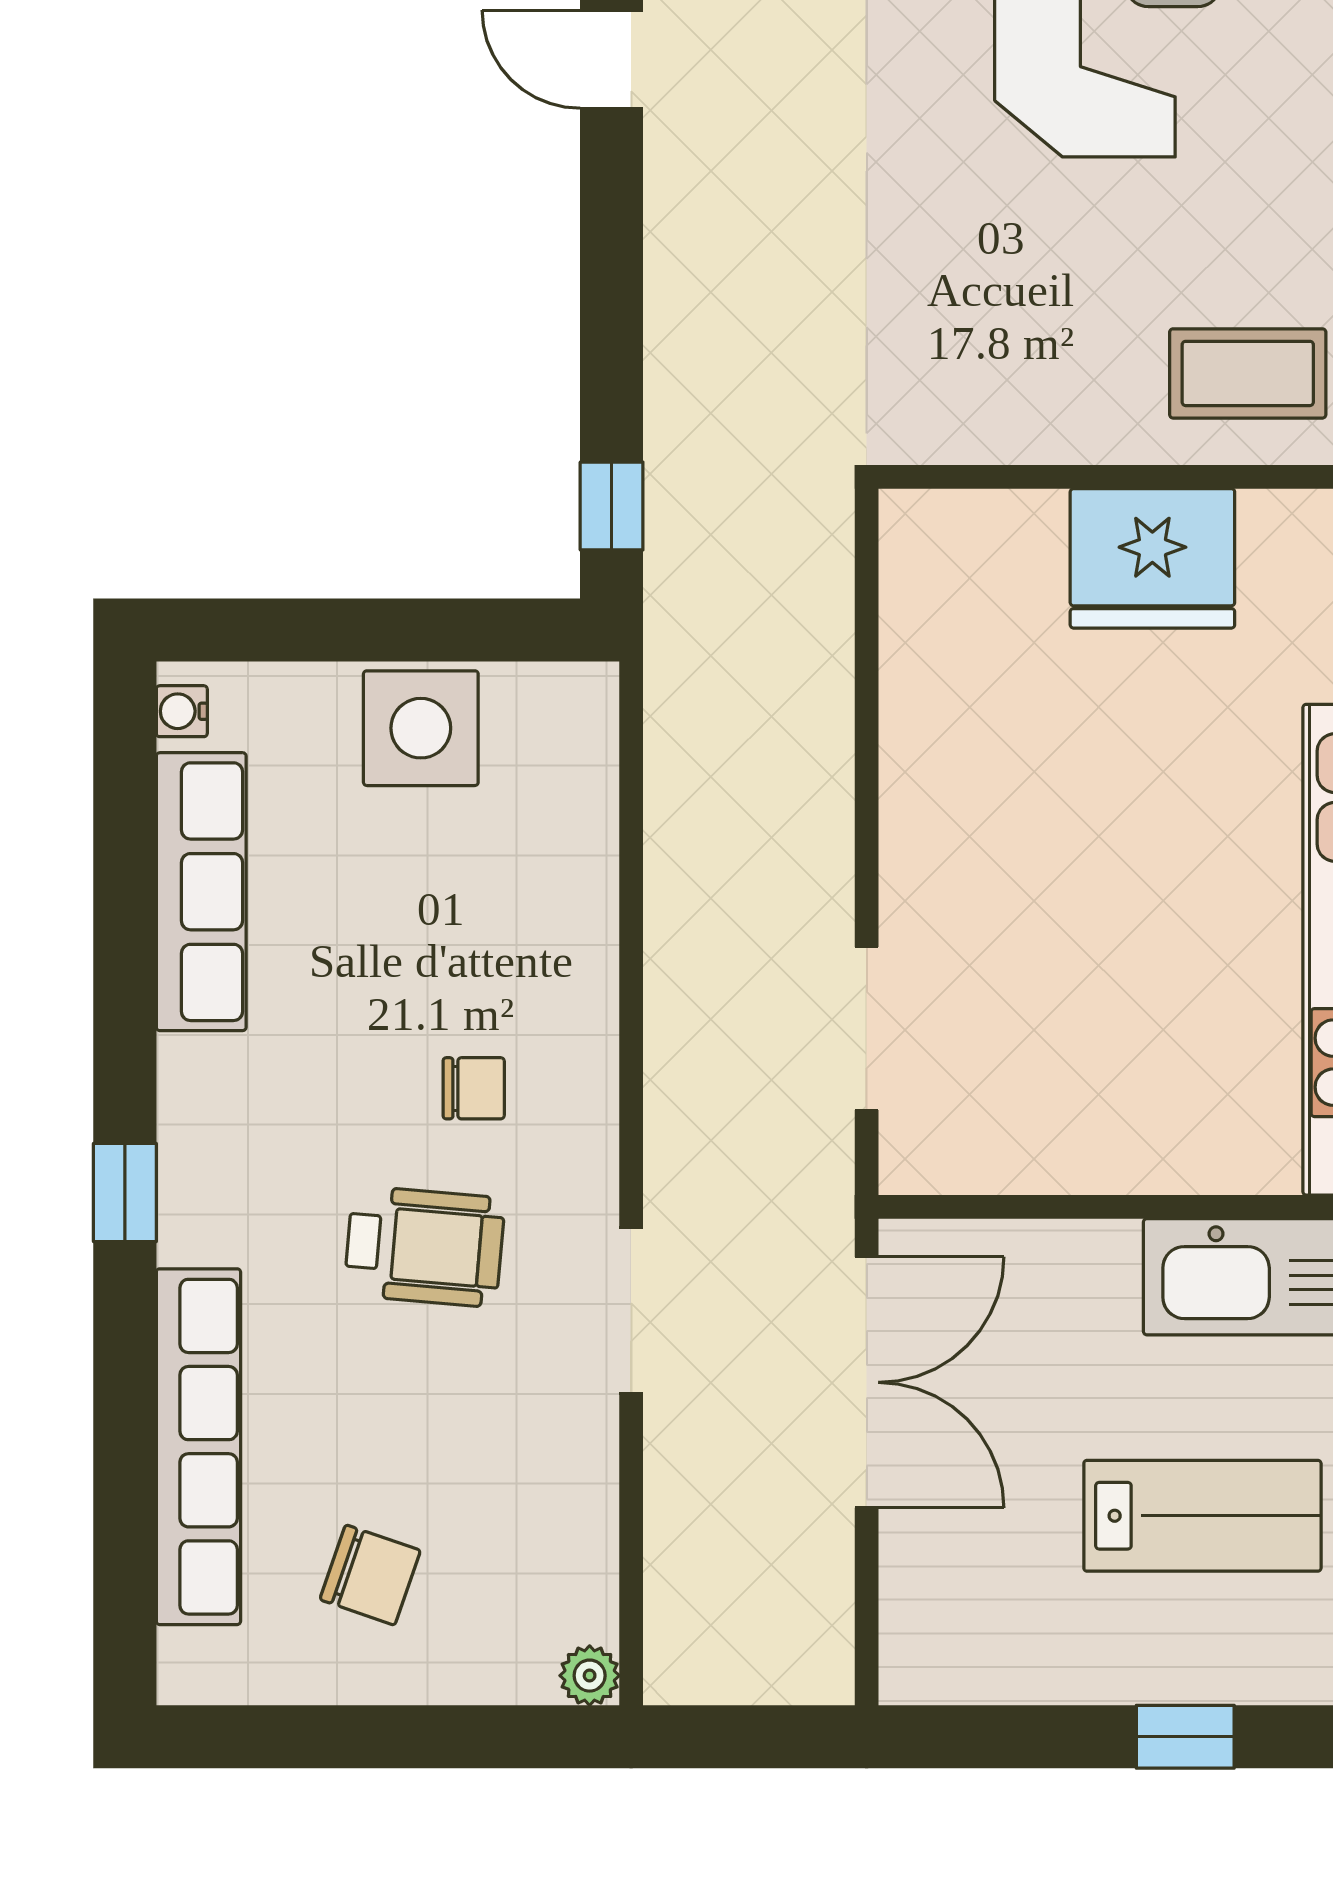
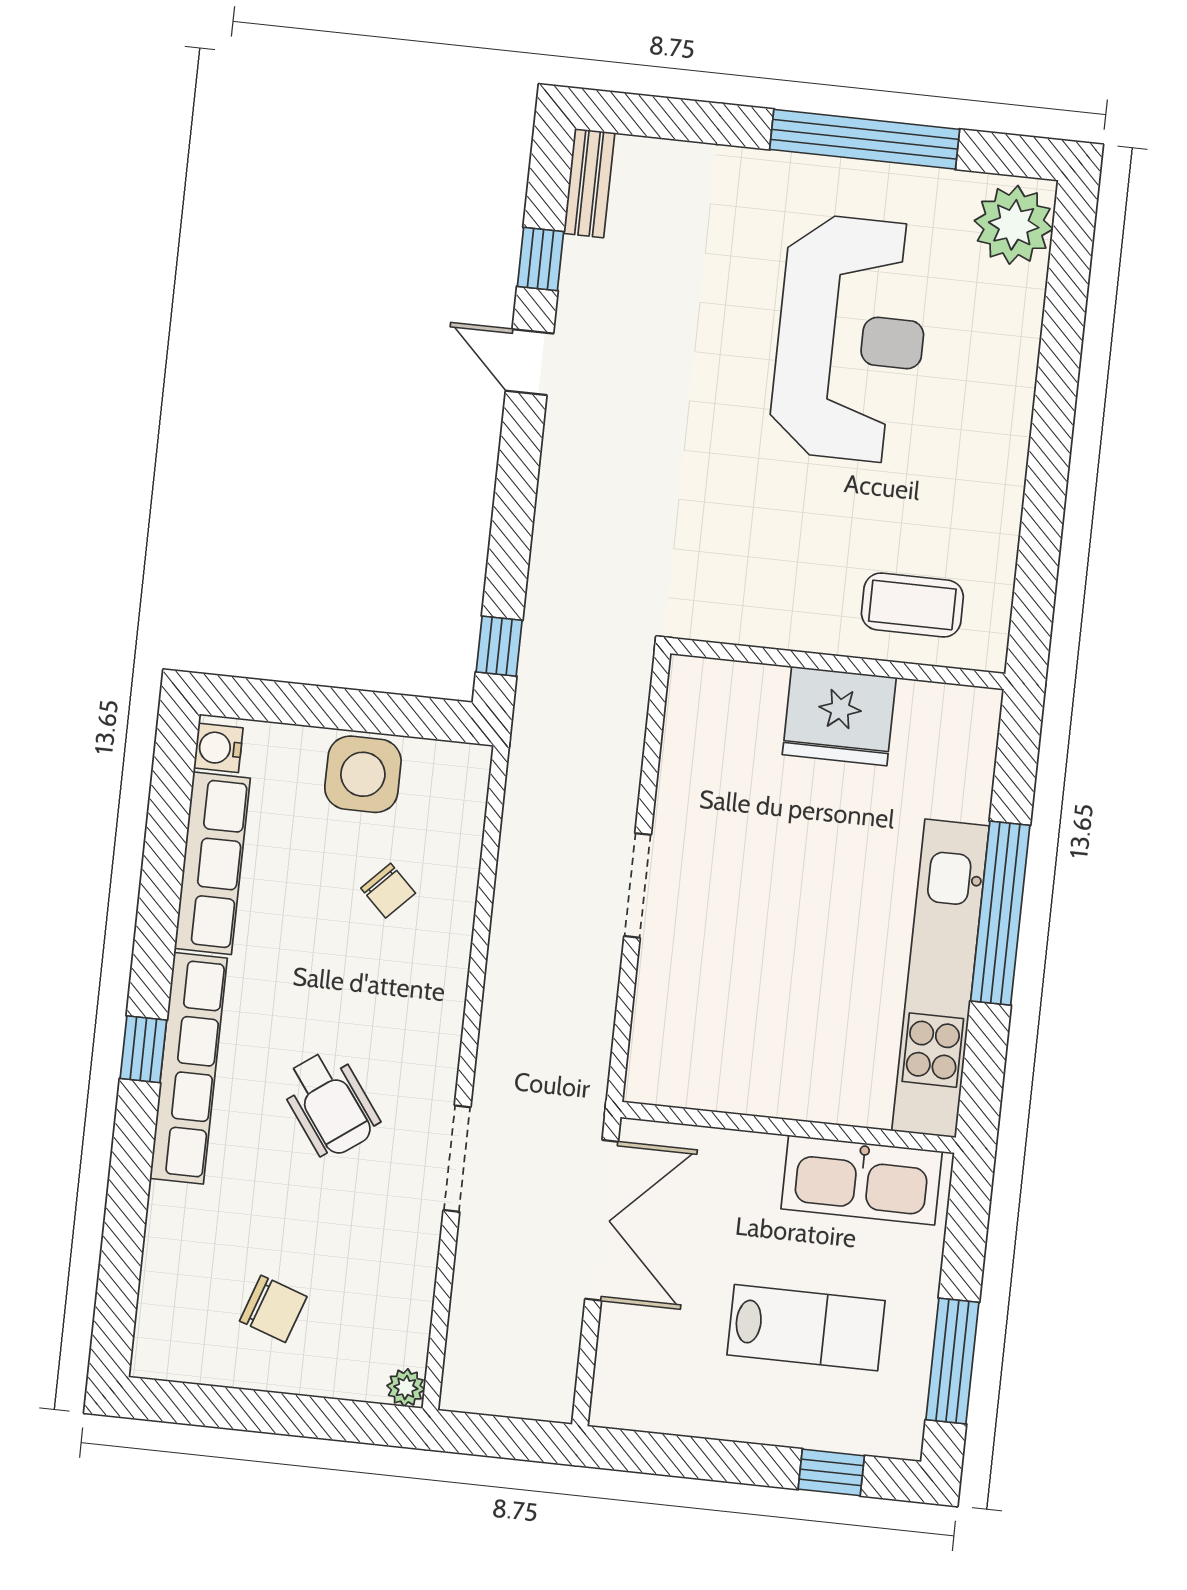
water cooler: (182, 711) -> (218, 748), width x1.38, depth x1.38
doorway: (867, 1028) -> (638, 885), moved
chair: (474, 1088) -> (388, 891), moved, turned 44
wheelchair: (424, 1246) -> (330, 1104), turned 49
row of seats: (198, 1447) -> (189, 1068), moved
window: (1185, 1737) -> (831, 1472), moved

